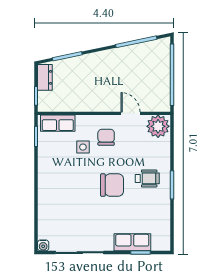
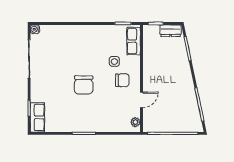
plant: (158, 126) -> (135, 122), width x0.53, depth x0.53
wheelchair: (147, 178) -> (89, 113), removed
row of seats: (132, 242) -> (37, 117), moved

